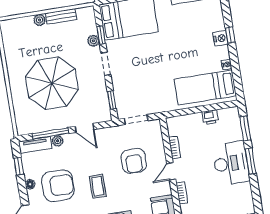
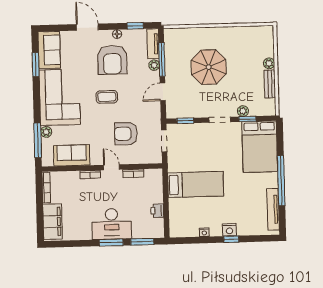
parasol: (52, 83) -> (209, 67), width x0.73, depth x0.73
bed: (205, 87) -> (196, 184), moved, turned 90

